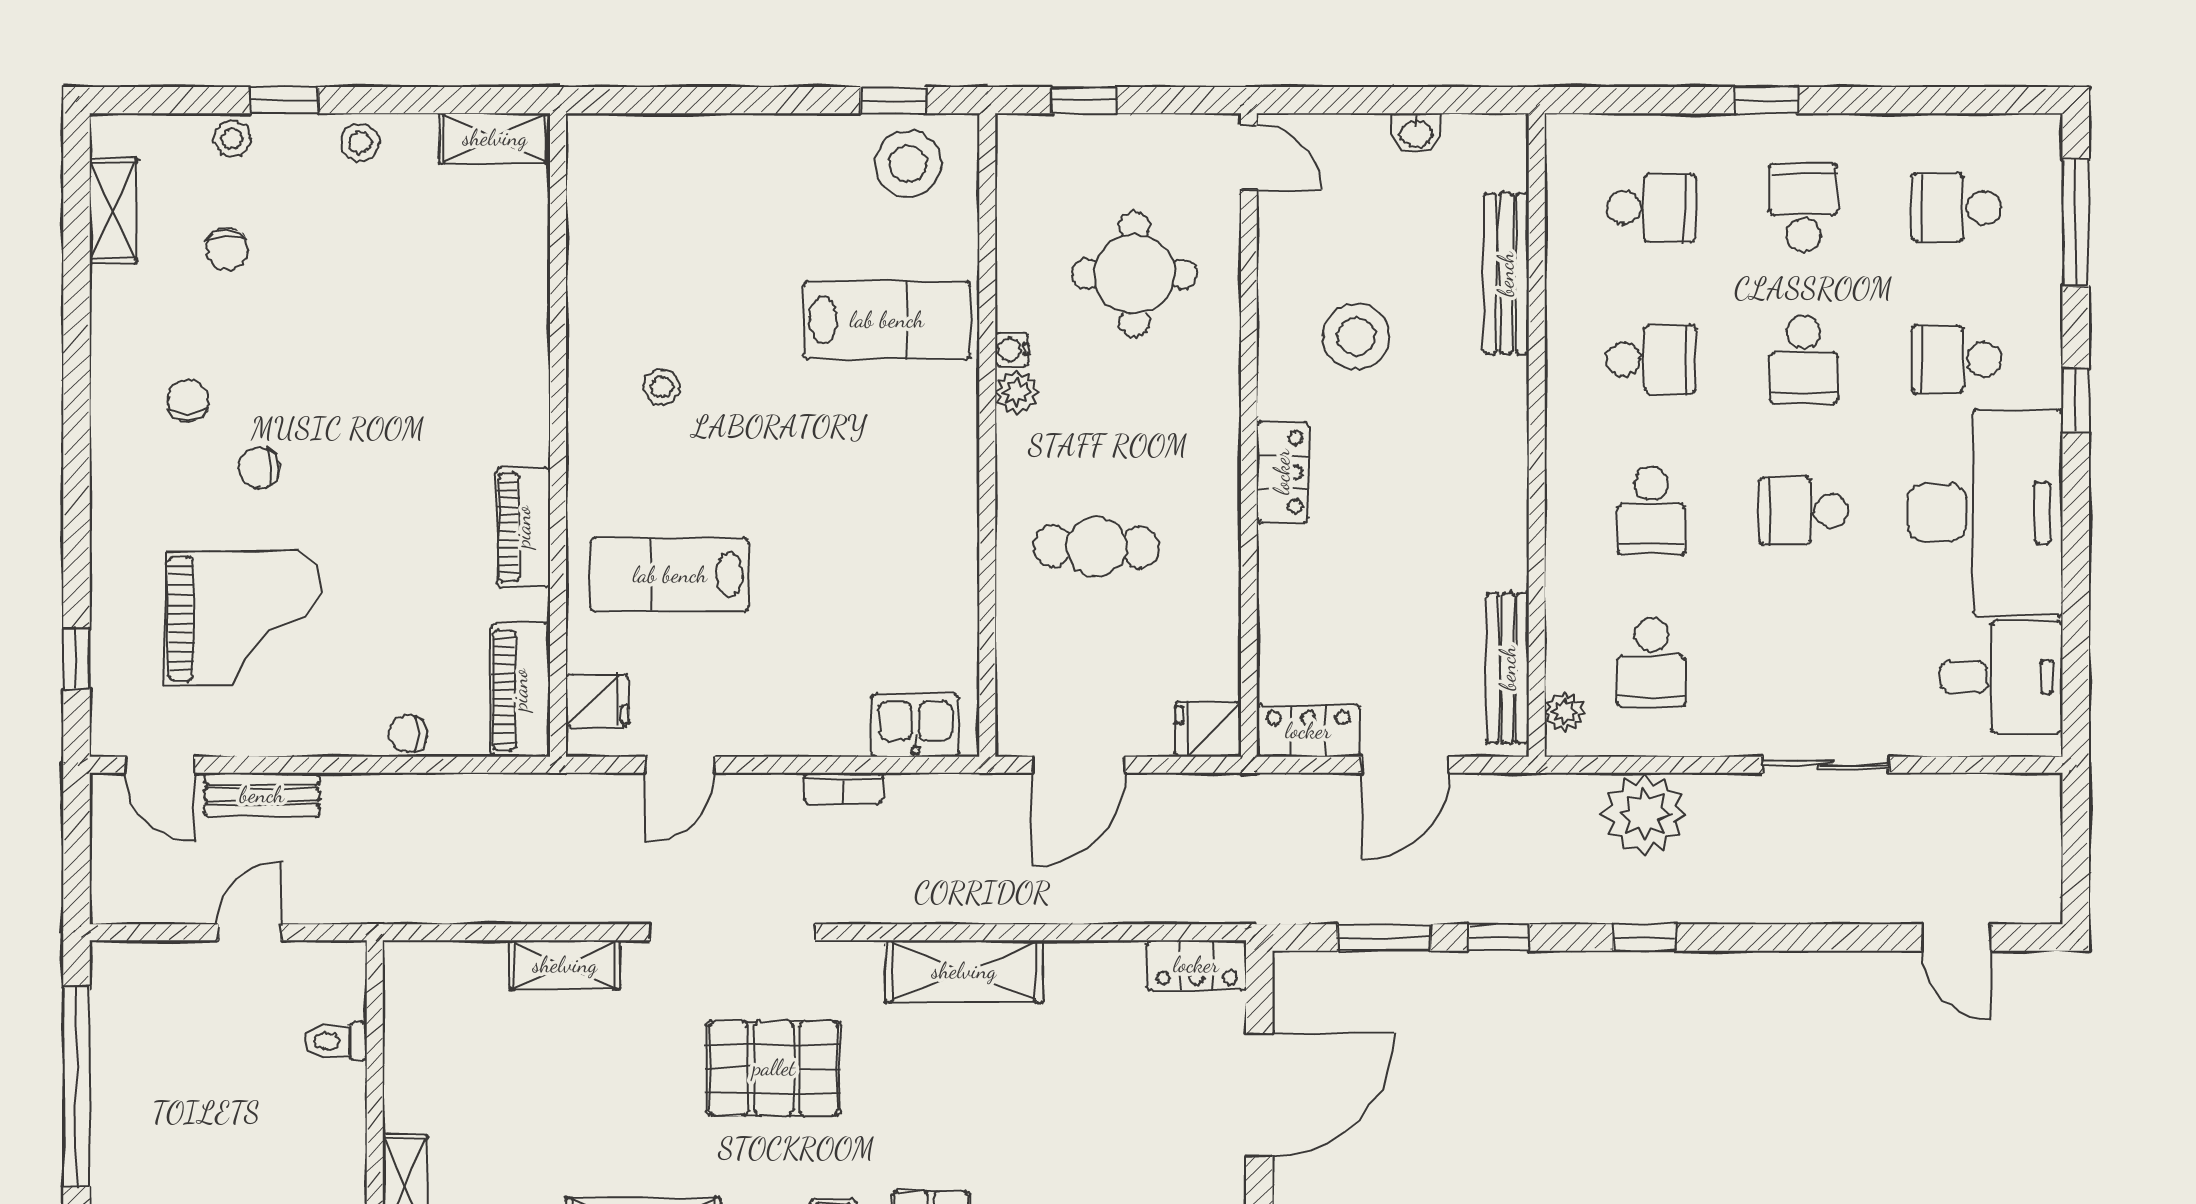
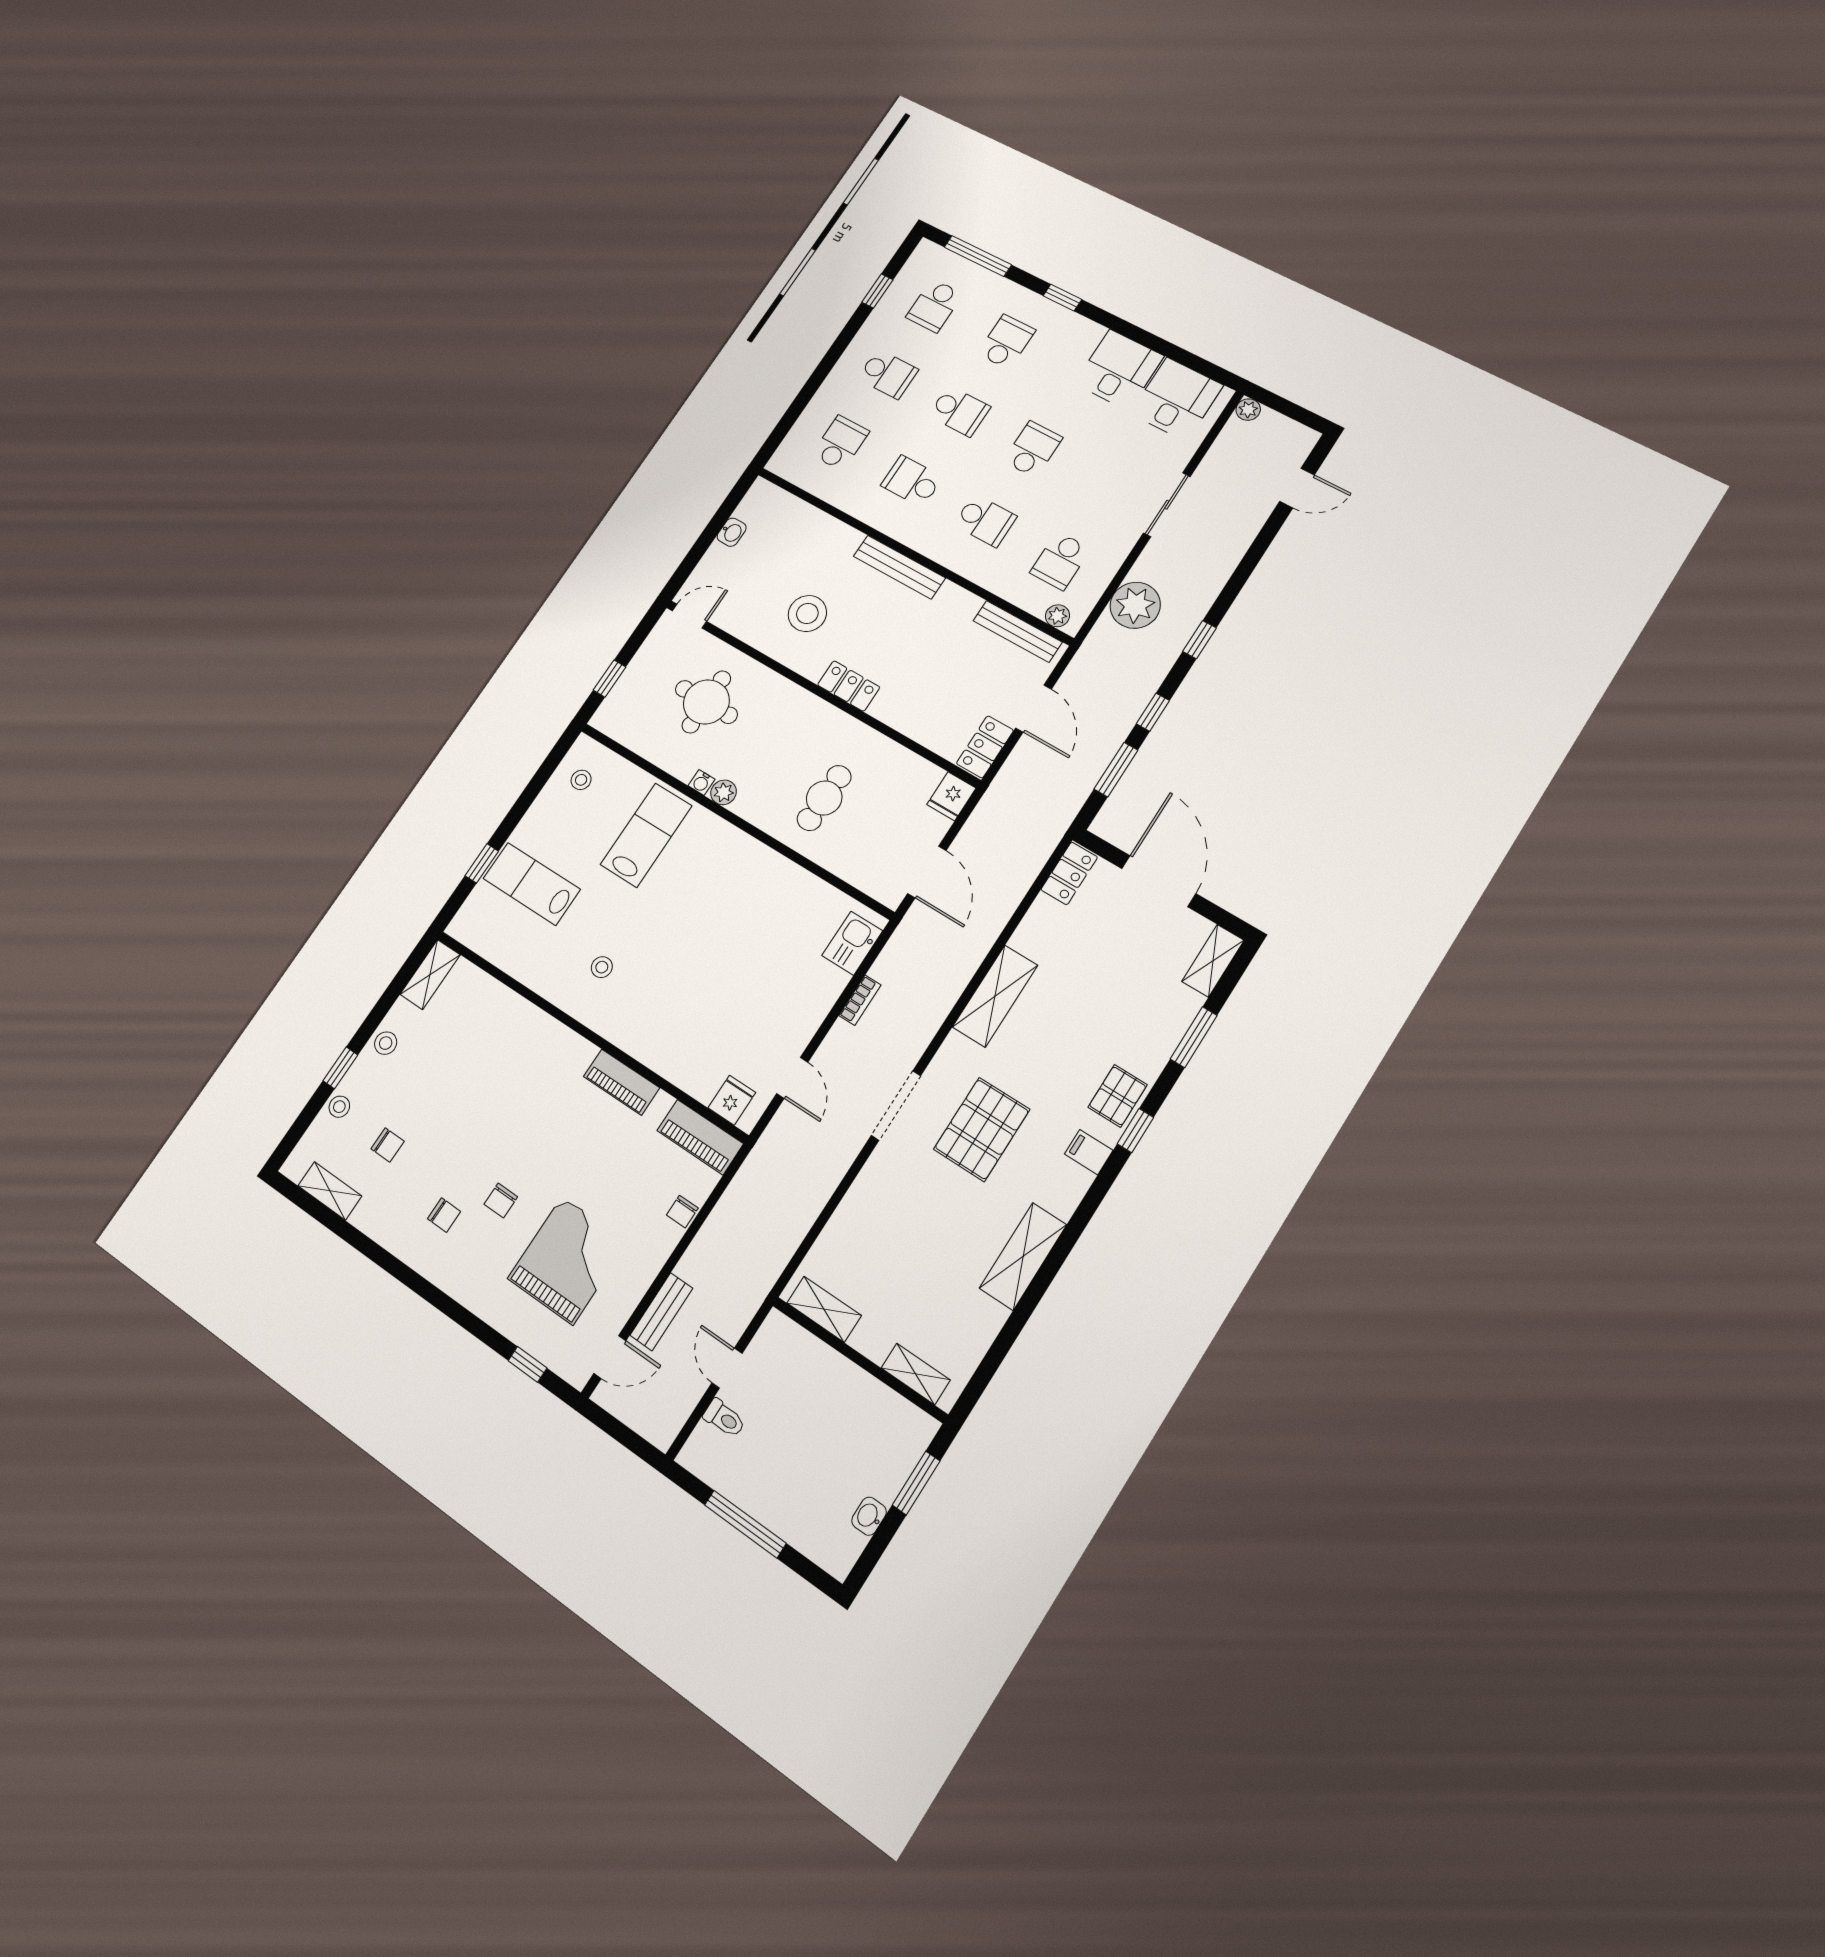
window: (893, 100) -> (482, 863), moved
window: (1767, 100) -> (877, 291), moved
stool: (908, 164) -> (581, 780), width x0.53, depth x0.53
school desk: (1804, 208) -> (888, 374), turned 180
bench: (1506, 274) -> (899, 567), moved
school desk: (1651, 359) -> (912, 481), turned -90
school desk: (1956, 359) -> (1006, 342), turned 180
chair: (188, 401) -> (444, 1215), turned 180
school desk: (1804, 511) -> (1033, 449), turned 180
desk: (1985, 513) -> (1119, 370), width x0.53, depth x0.77
lab bench: (670, 575) -> (532, 884), moved, turned 90
school desk: (1651, 662) -> (1060, 561), turned 90
plant: (2042, 793) -> (1248, 410), added
doorway: (732, 932) -> (896, 1105), width x0.73
shelving: (565, 965) -> (824, 1309), moved, turned 90
toilet: (336, 1041) -> (724, 1418), moved, turned -90
window: (77, 1087) -> (745, 1524), width x0.68

